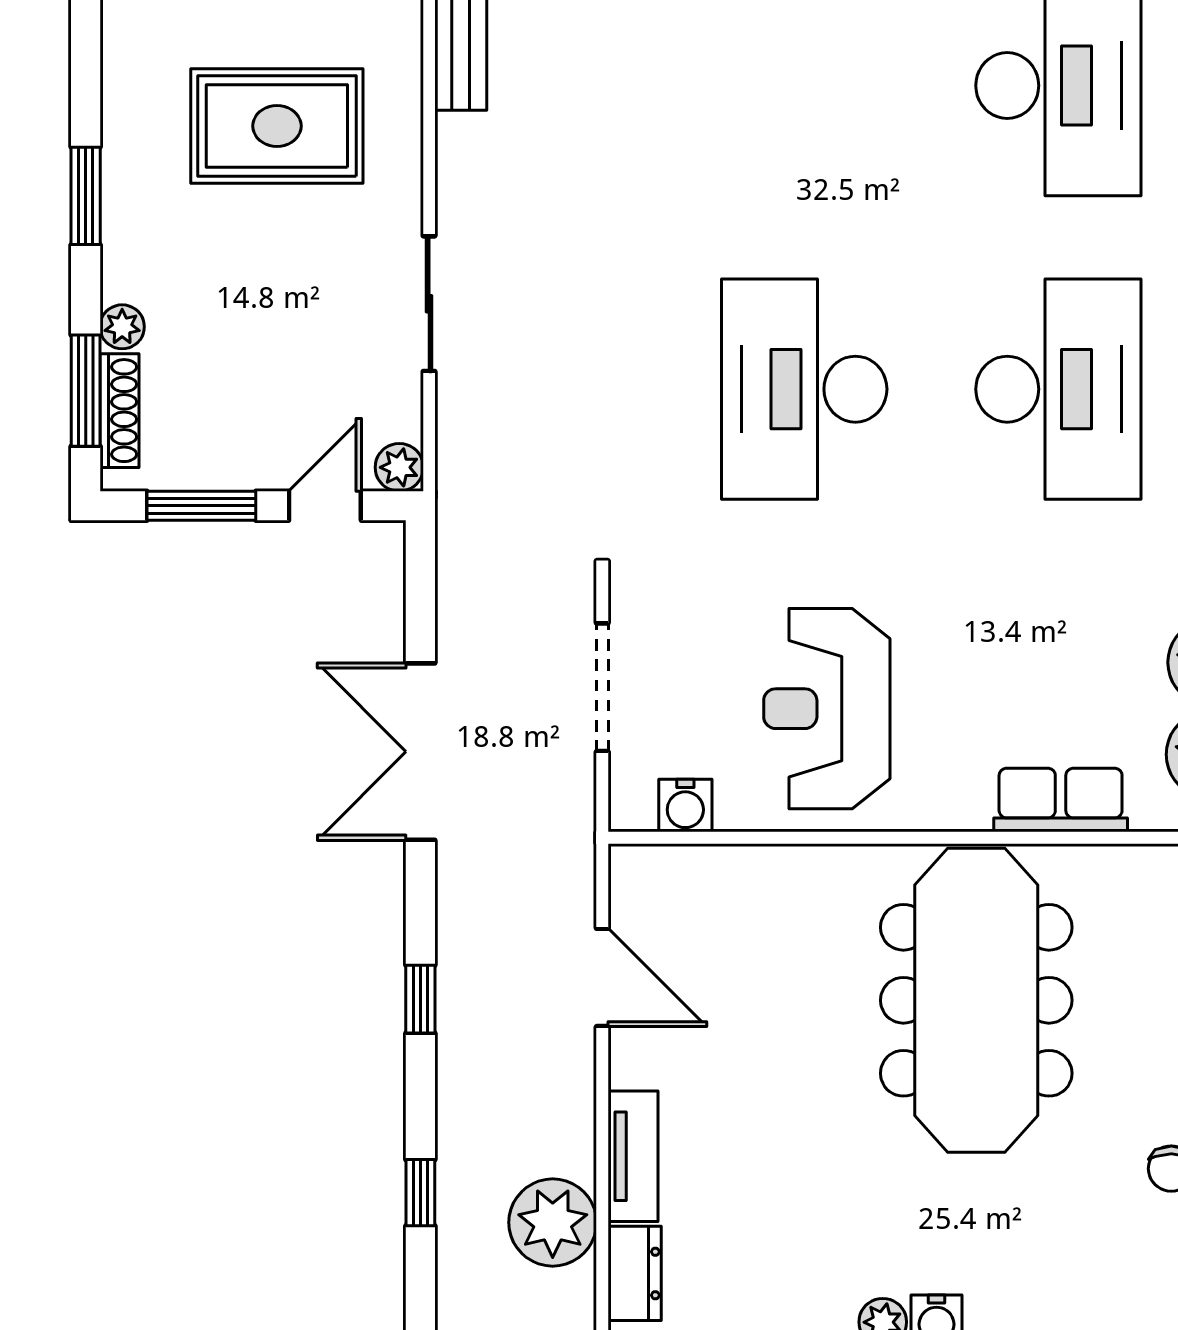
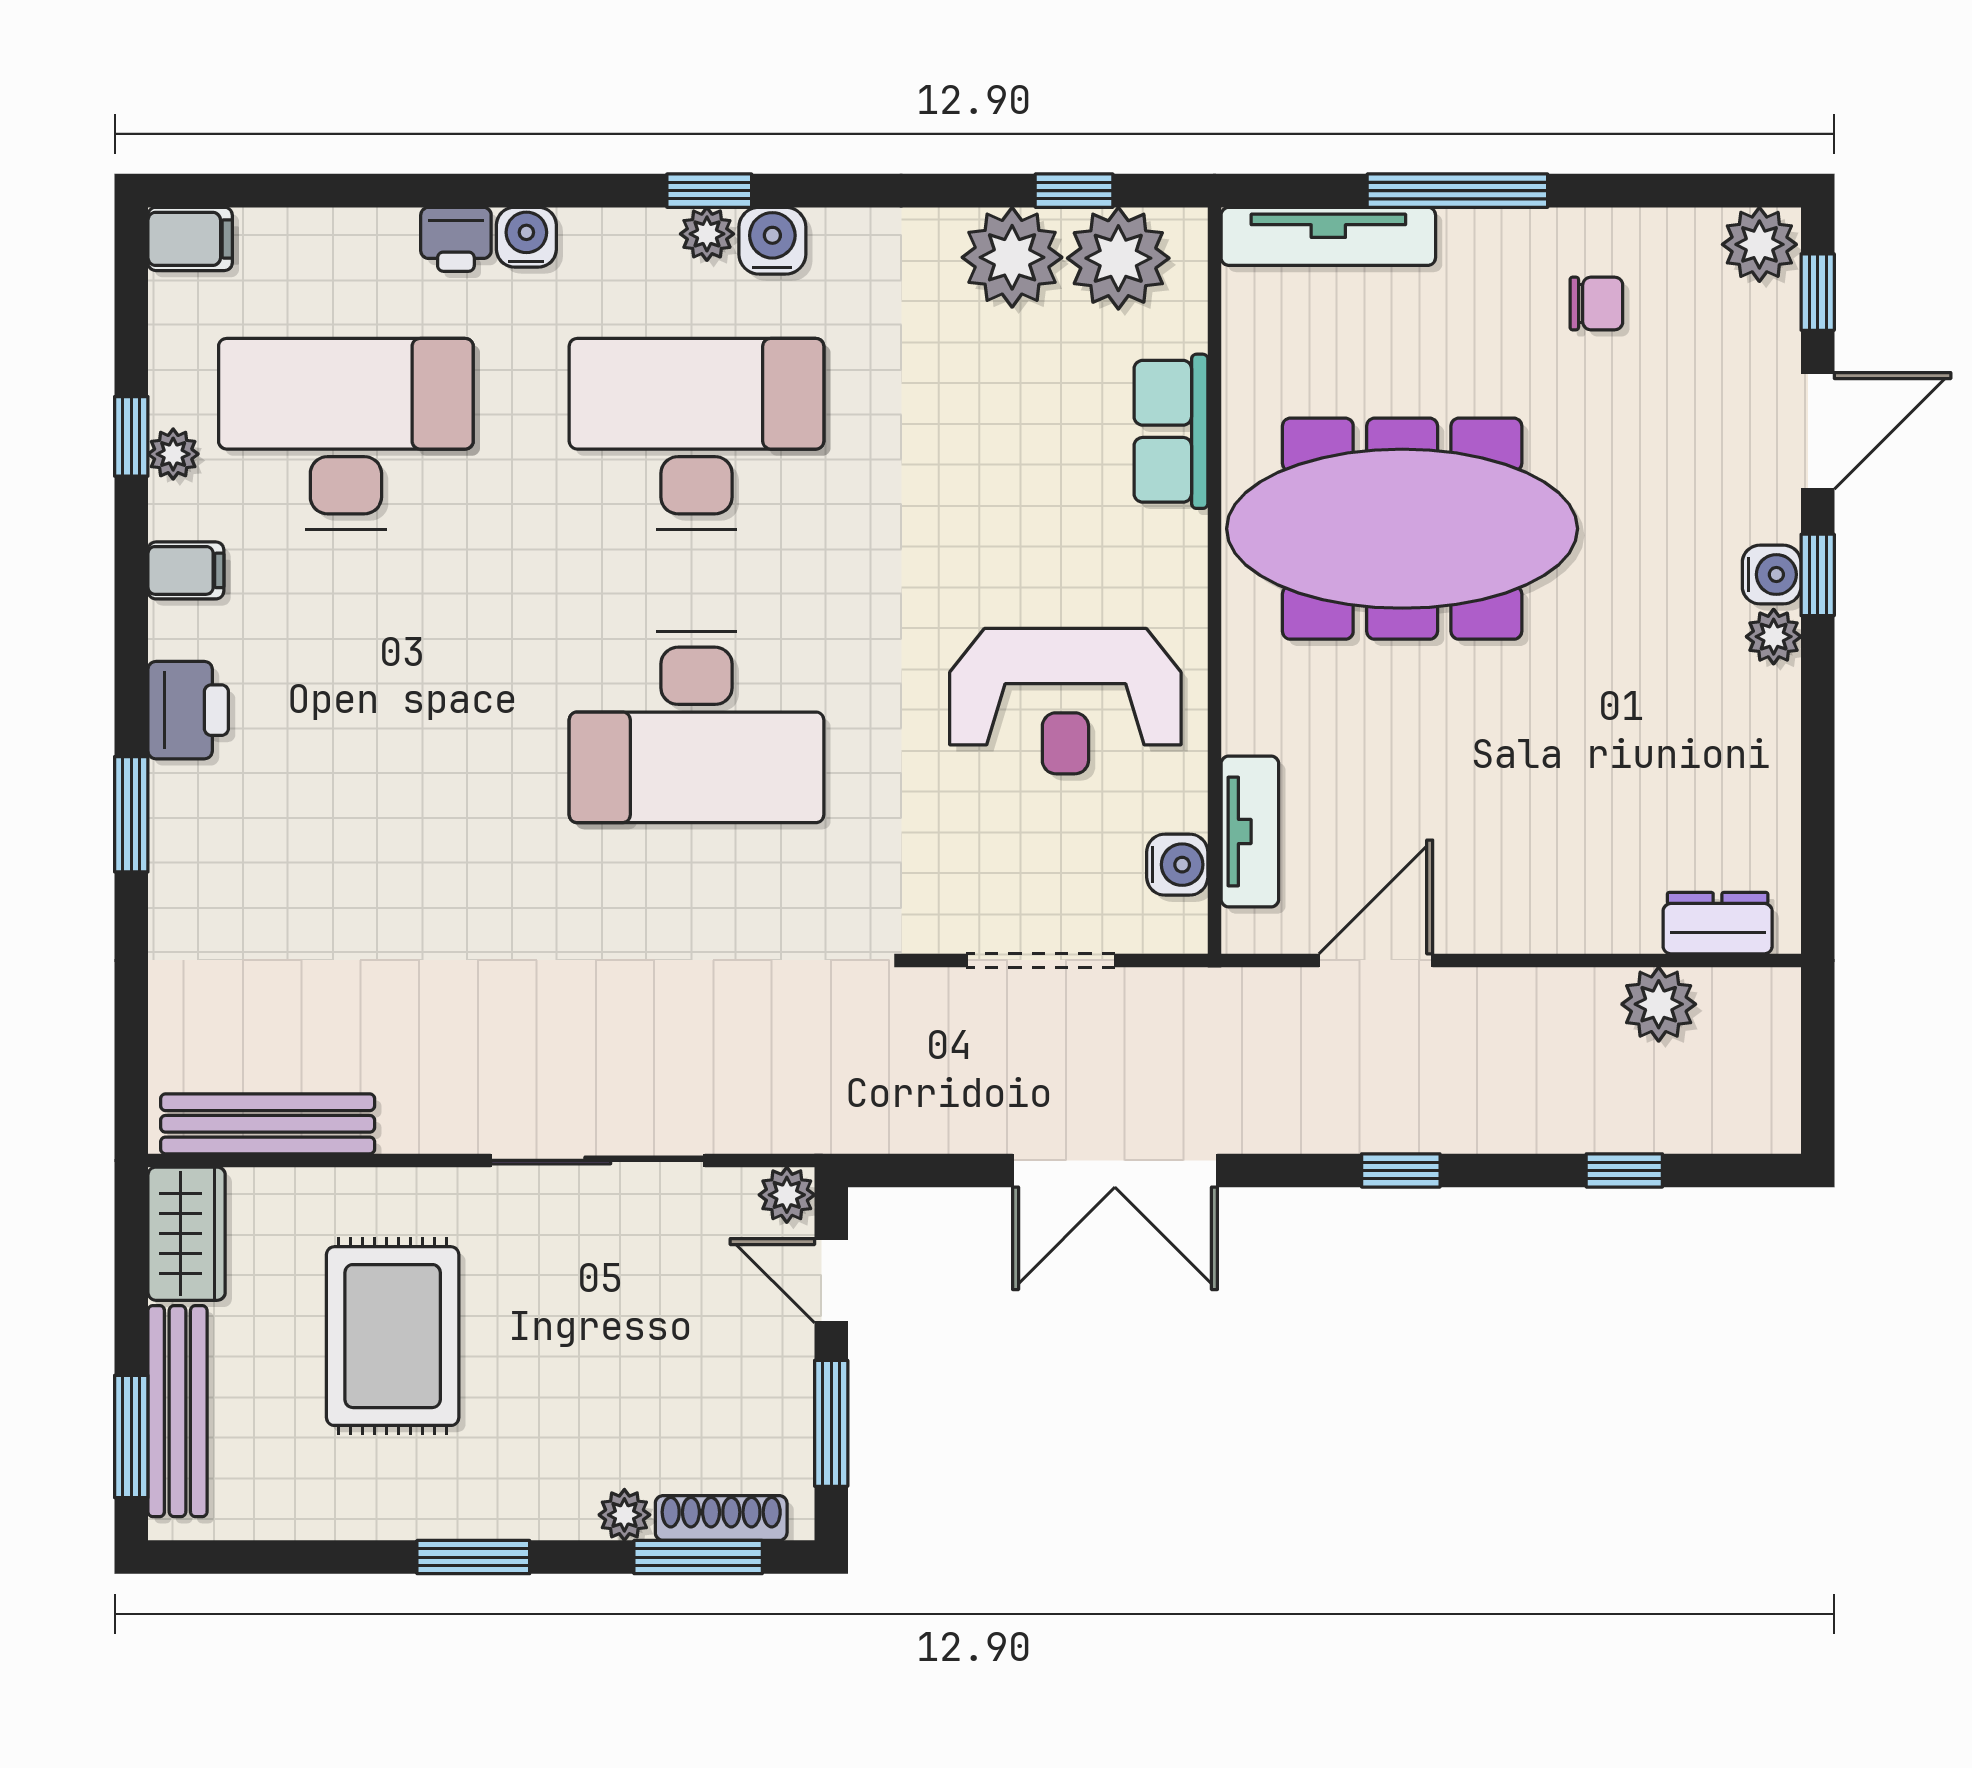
sliding door: (429, 304) -> (598, 1160), width x1.37
tv unit: (633, 1156) -> (1250, 831), moved, turned 90
plant: (553, 1222) -> (1659, 1004), width x0.73, depth x0.73

